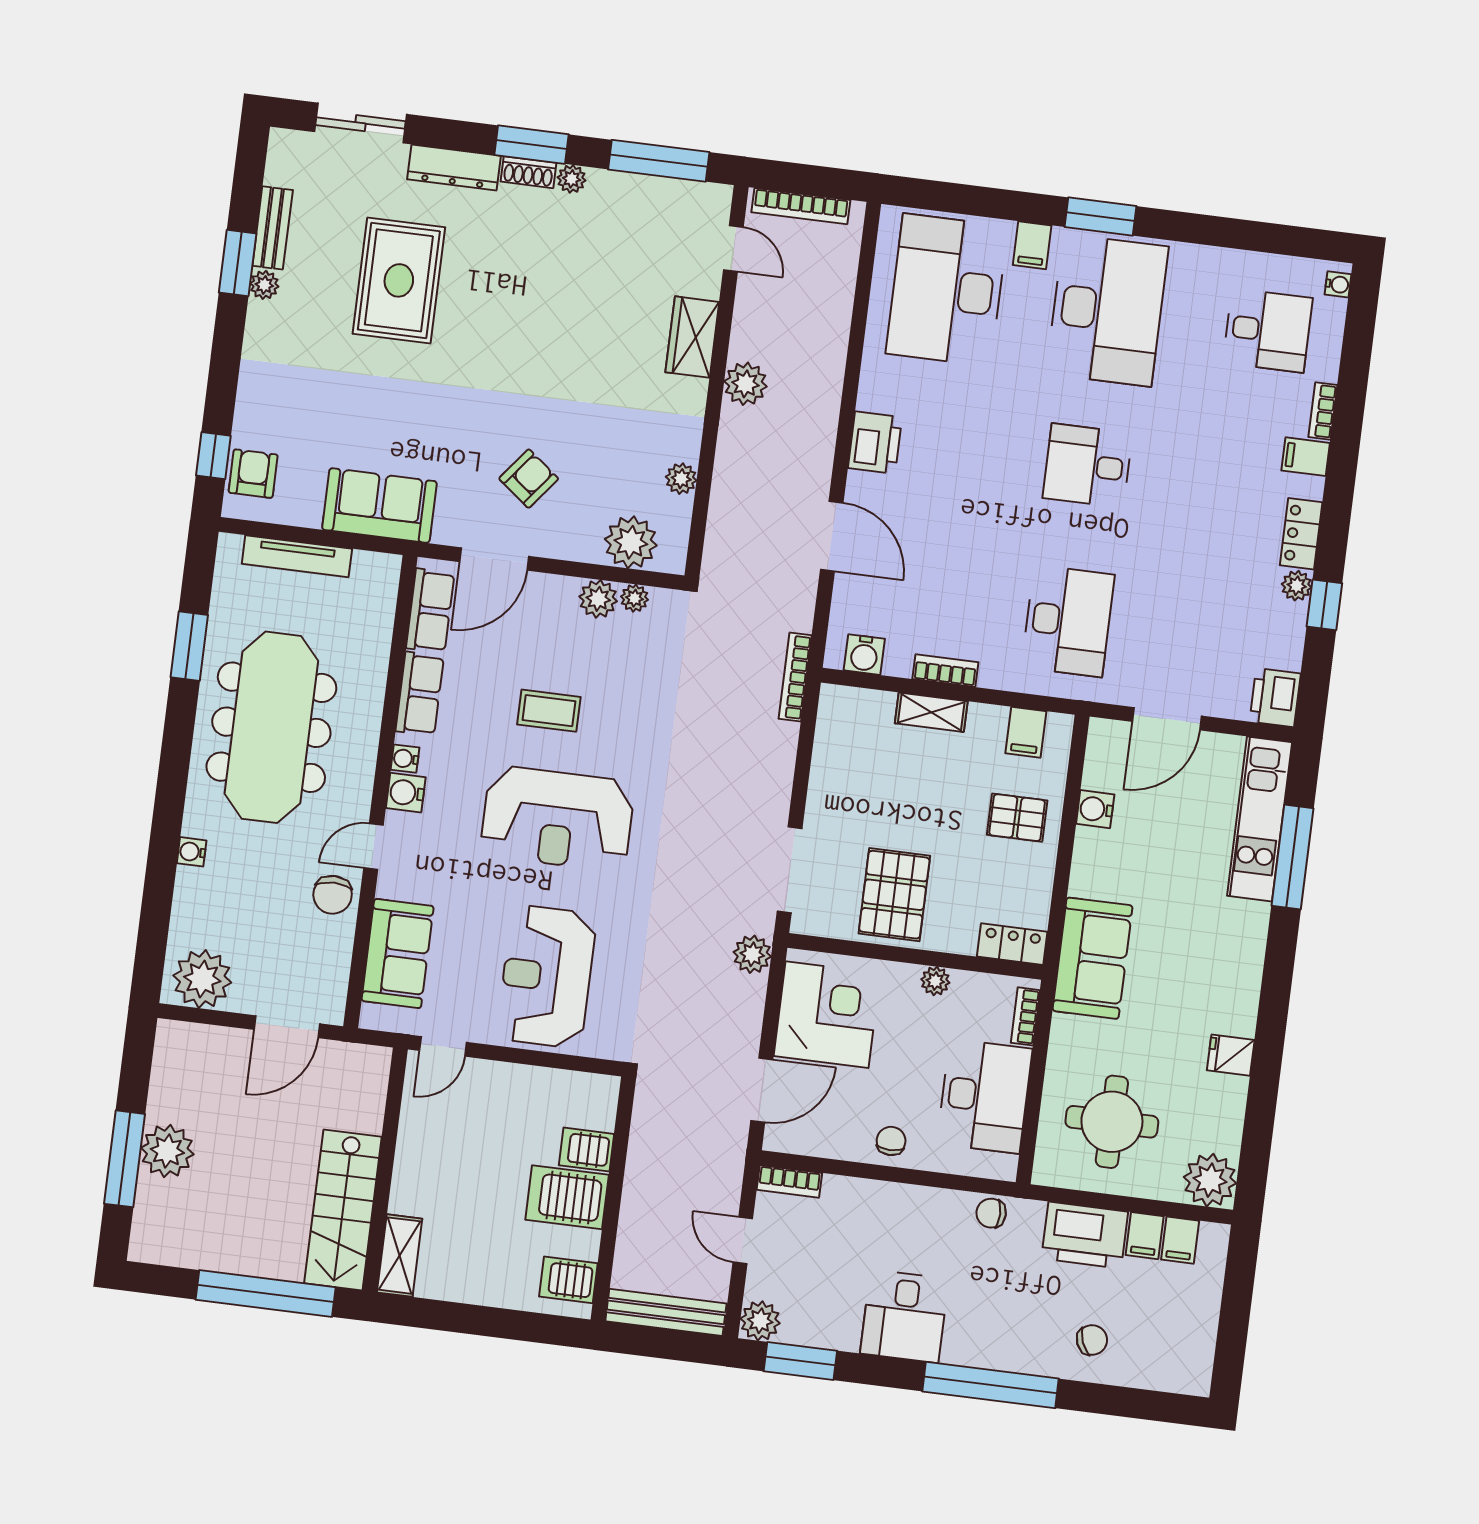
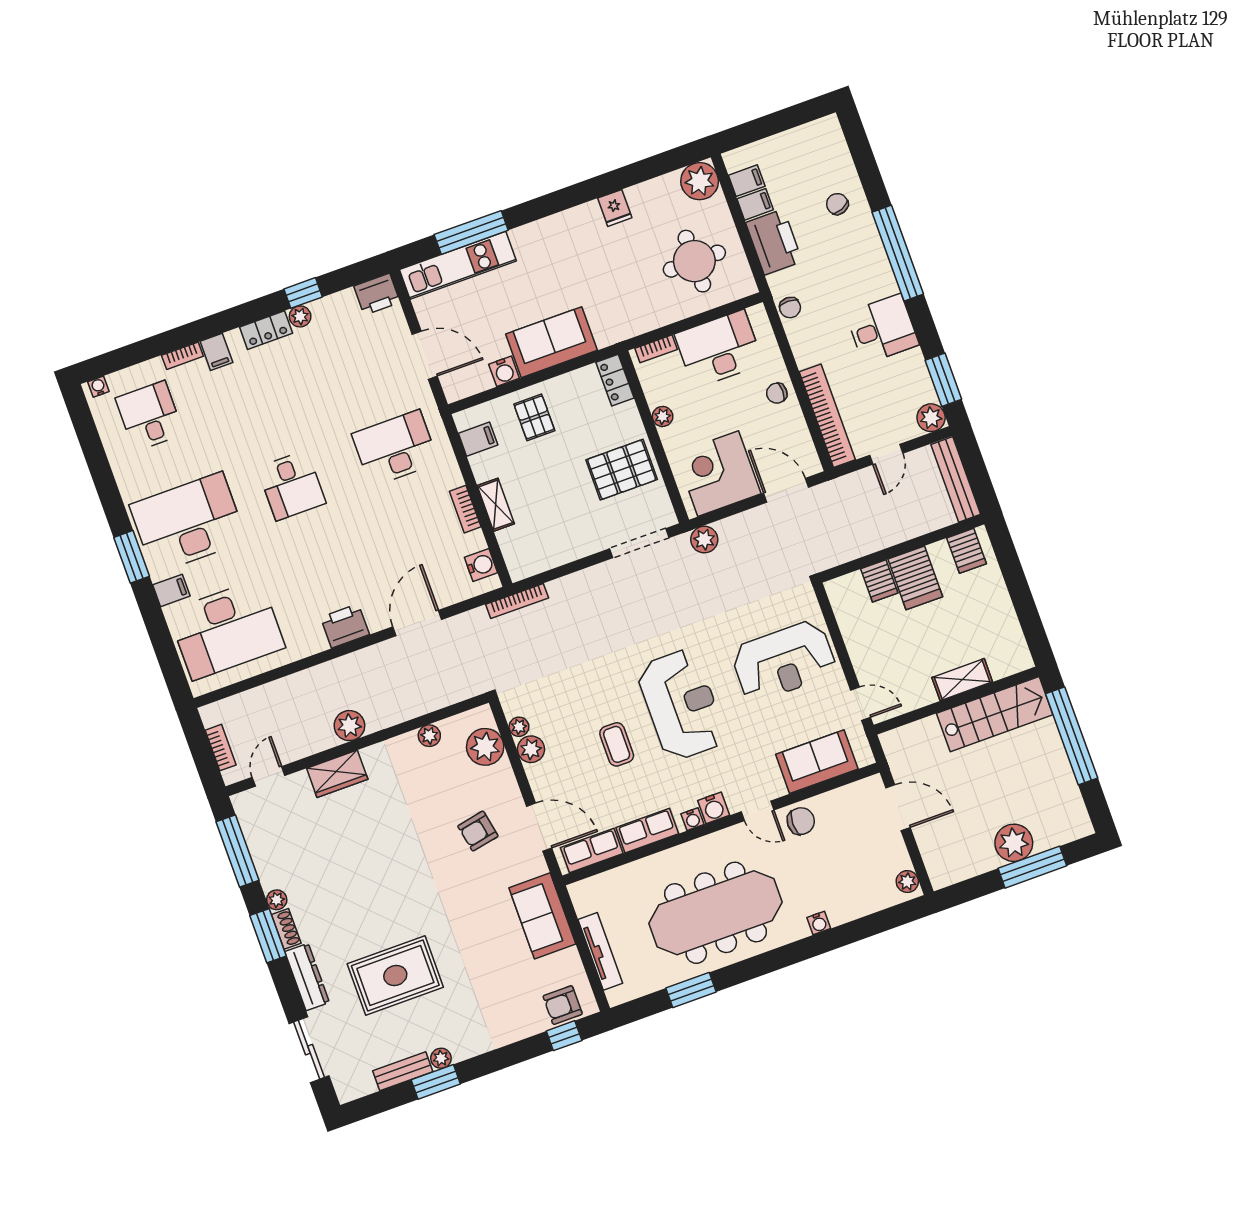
bookcase: (801, 206) -> (221, 748), width x0.64
armchair: (529, 479) -> (478, 831), turned -49
sofa: (1093, 958) -> (551, 342), moved
plant: (202, 979) -> (907, 882), width x0.53, depth x0.53
bookcase: (789, 1181) -> (827, 416), width x2.31, depth x1.31
shelving: (400, 1256) -> (962, 680), moved

